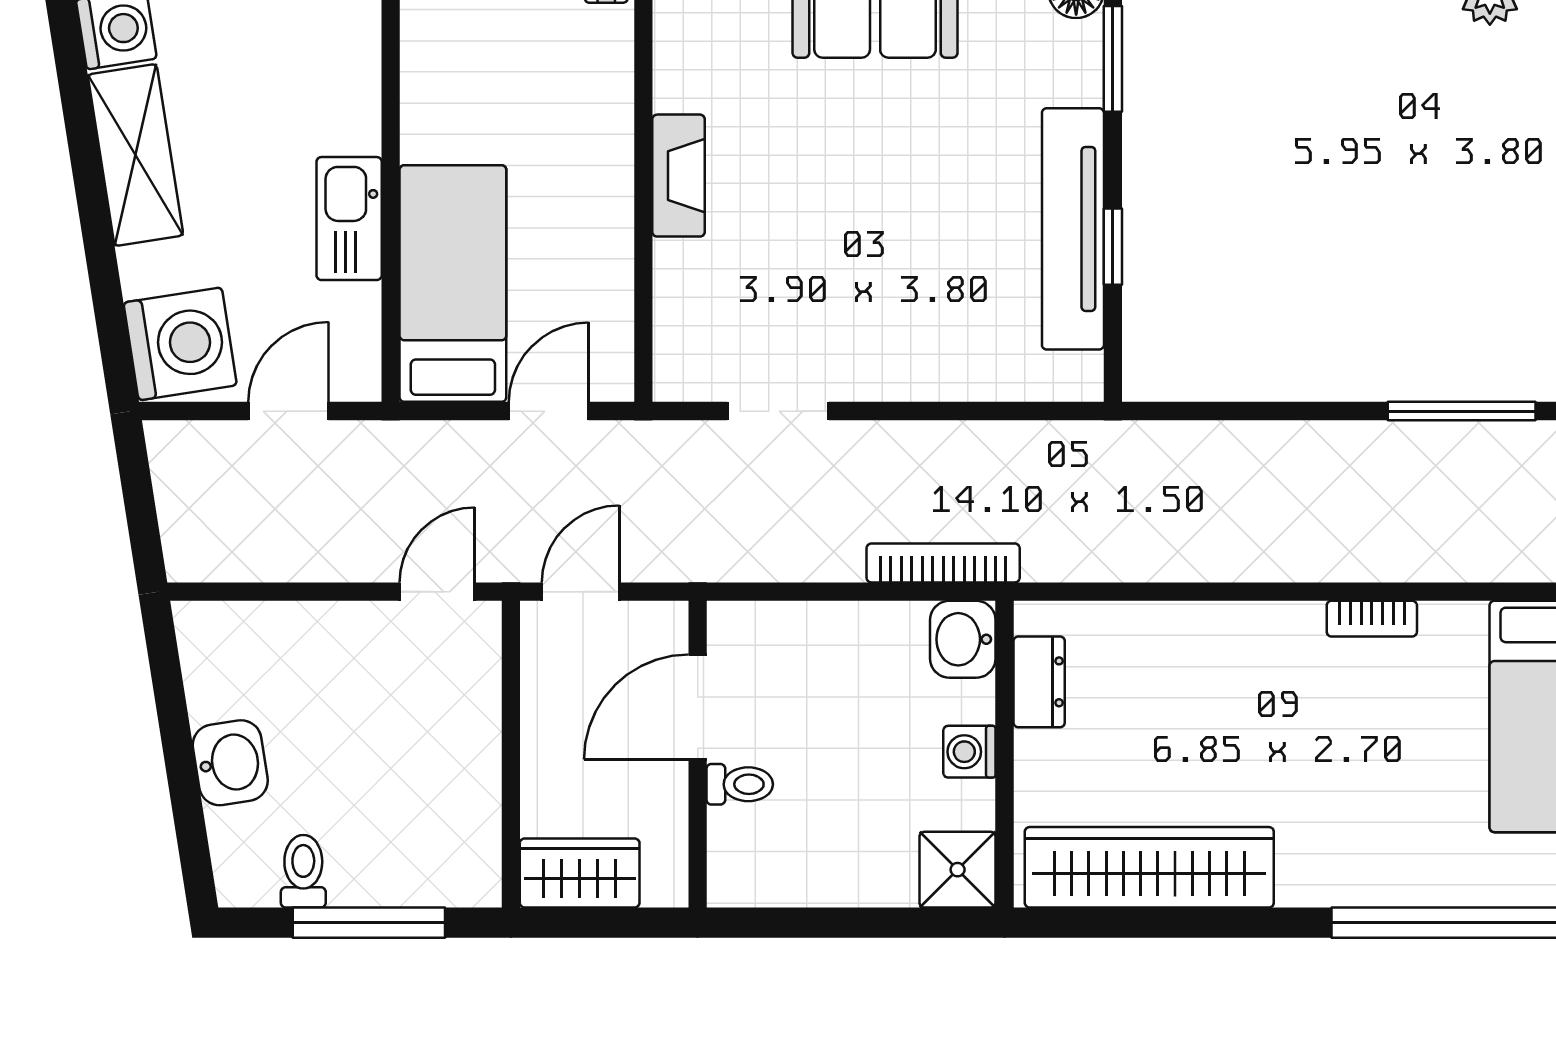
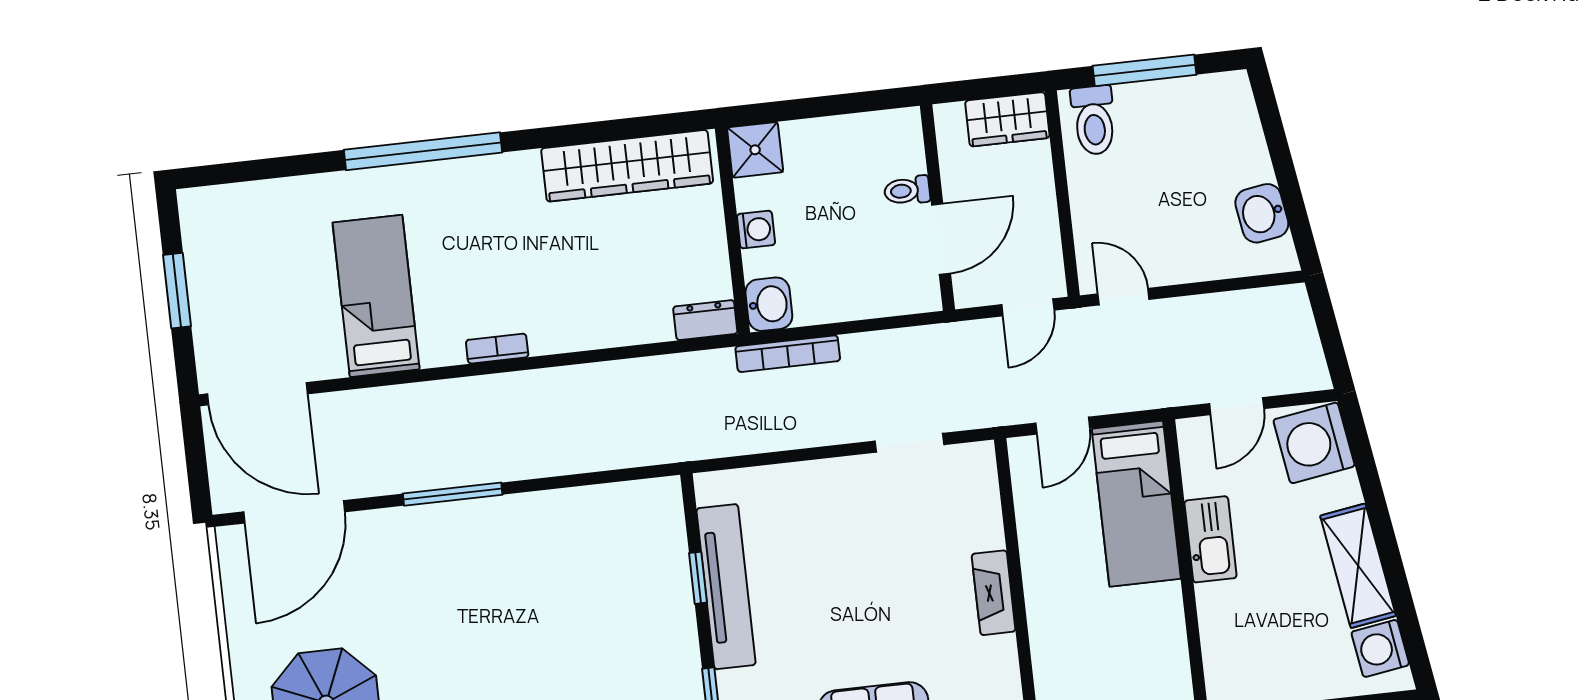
door: (437, 592) -> (1124, 297), swing flipped
dresser: (1039, 682) -> (705, 320), moved, turned 90
washbasin: (230, 763) -> (1262, 213), moved
toilet: (303, 871) -> (1094, 120), moved, width x1.37, depth x1.39

